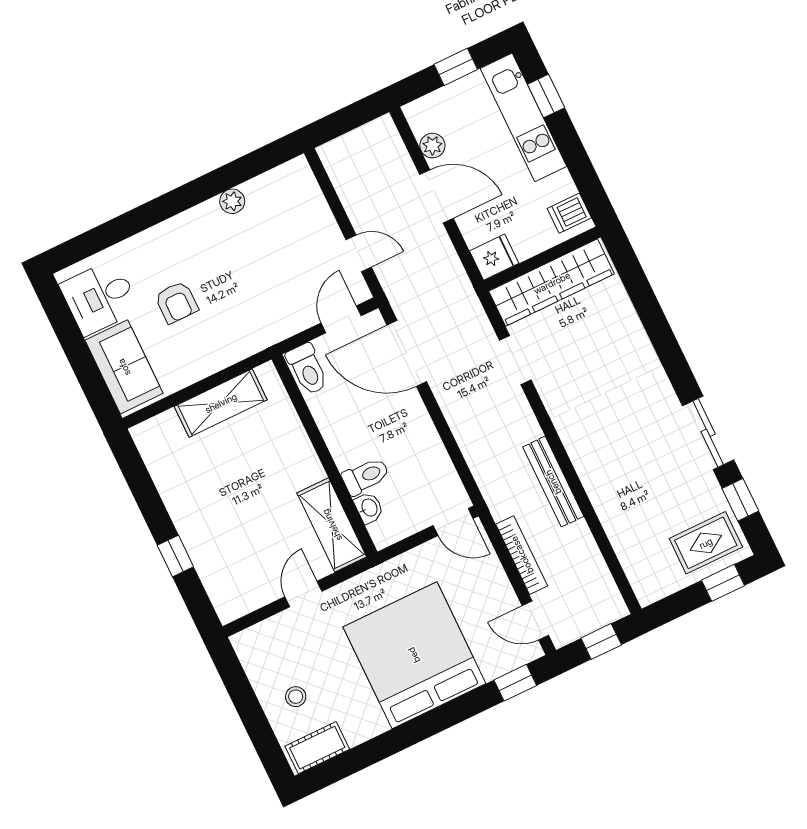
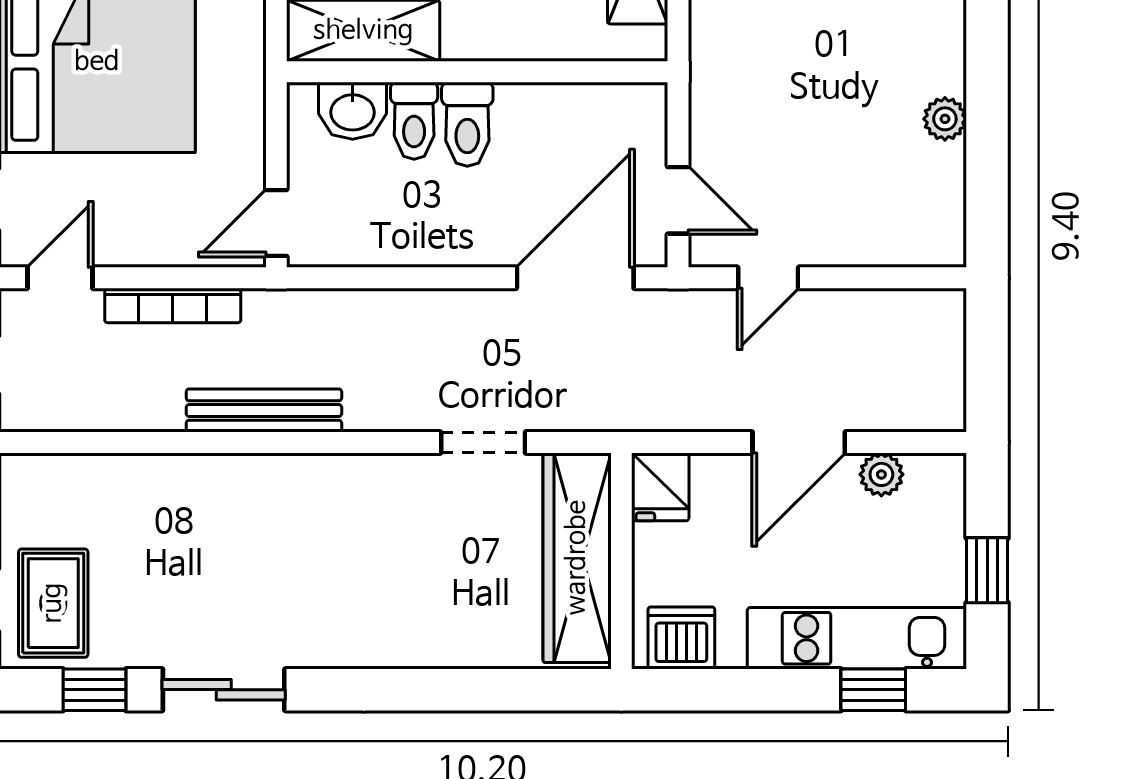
dishwasher: (569, 213) -> (681, 638), width x1.38
toilet: (307, 369) -> (467, 124), moved, turned -90
washbasin: (369, 508) -> (353, 111), width x1.38, depth x1.45

